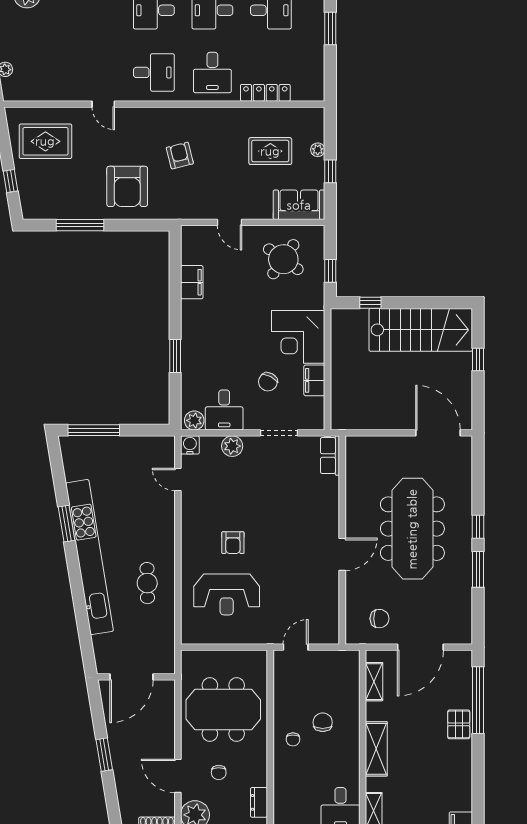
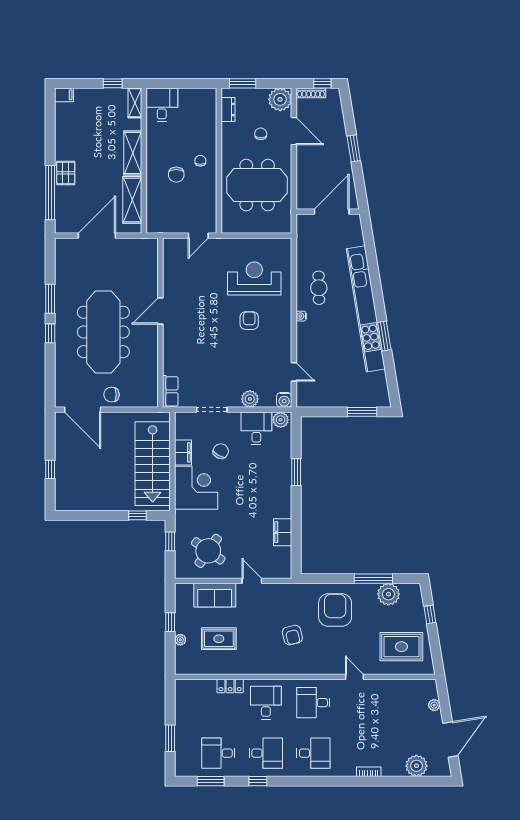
locker: (265, 93) -> (230, 686), width x0.66
sofa: (299, 205) -> (215, 595), moved
plant: (61, 206) -> (388, 594), added
stairs: (421, 330) -> (153, 464), moved, turned -90
window: (94, 430) -> (362, 412), width x0.69
water cooler: (169, 548) -> (301, 316), added
chair: (380, 619) -> (112, 395), moved
shelving: (374, 682) -> (132, 200), width x1.50, depth x1.33

